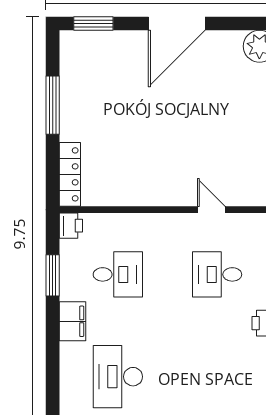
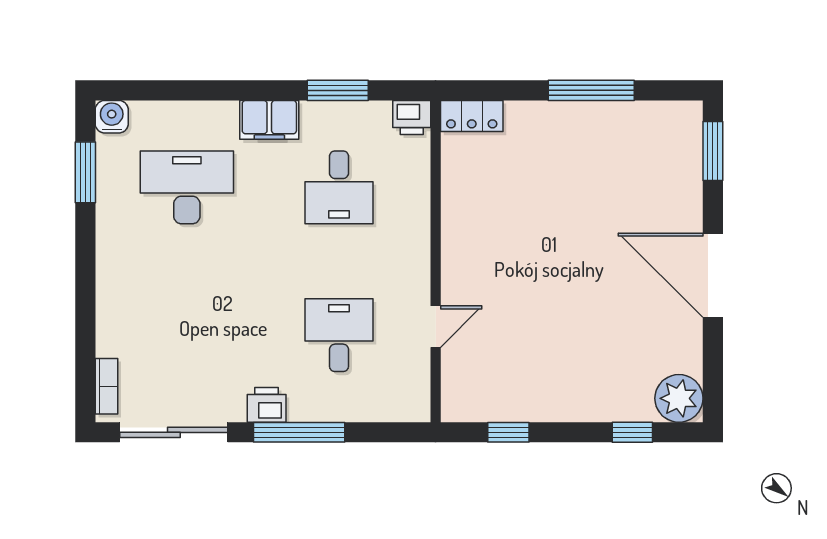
locker: (70, 174) -> (472, 116), width x0.66

